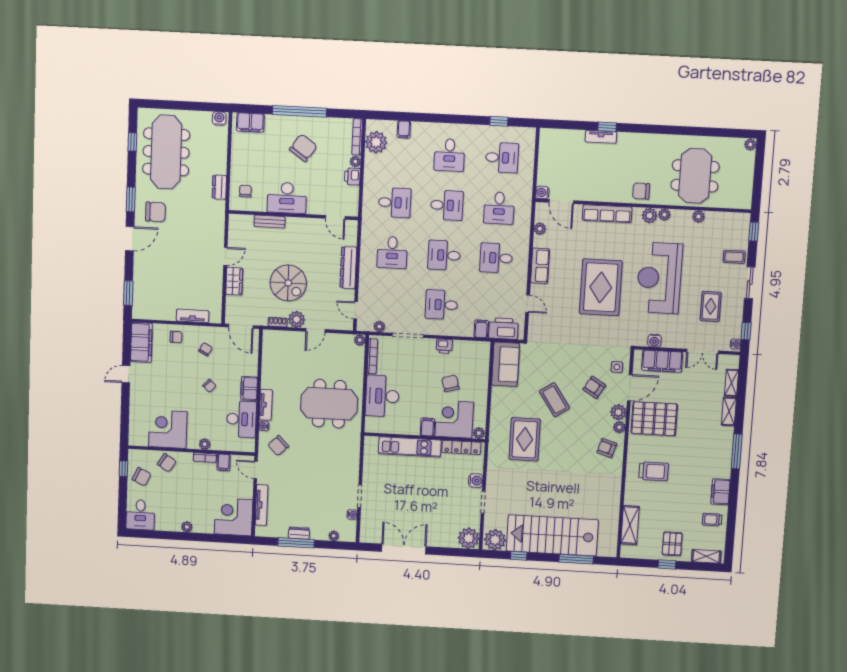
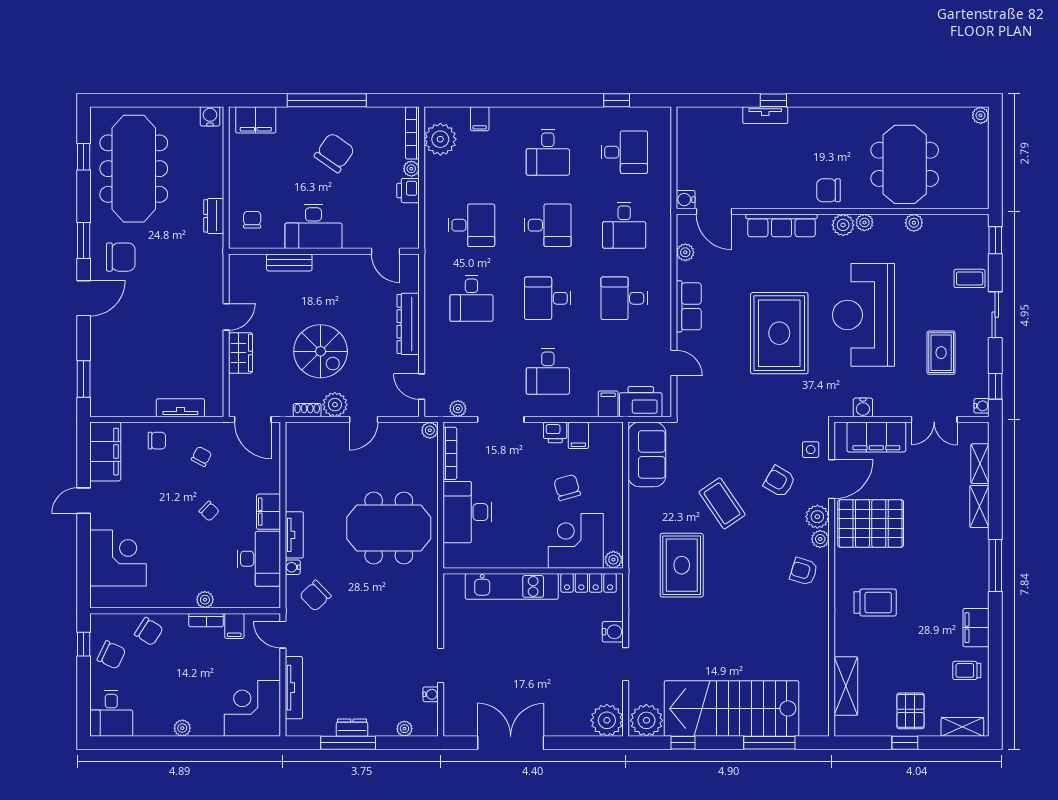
desk: (441, 305) -> (548, 371), turned -90
filing cabinet: (427, 427) -> (578, 435), moved, turned 180
corner desk: (168, 429) -> (118, 558), moved, turned 90

